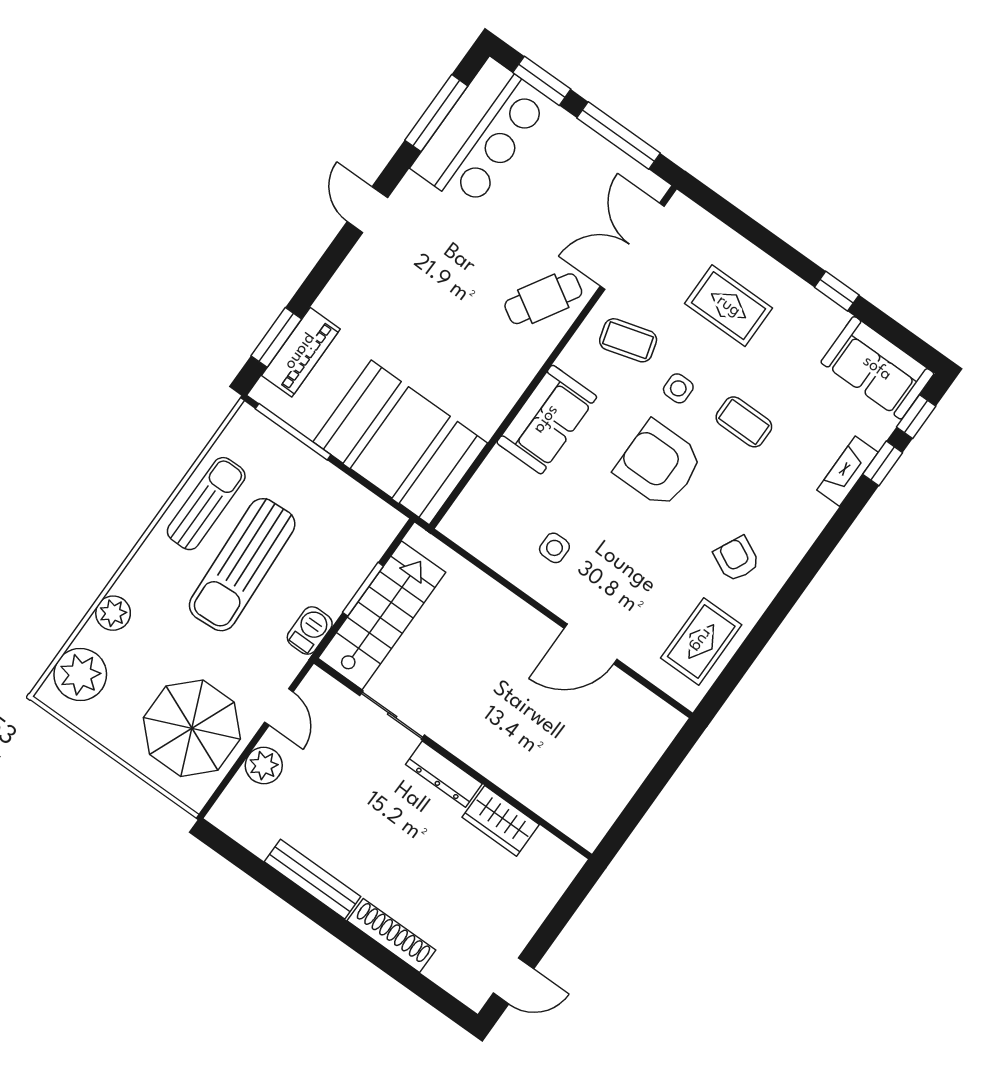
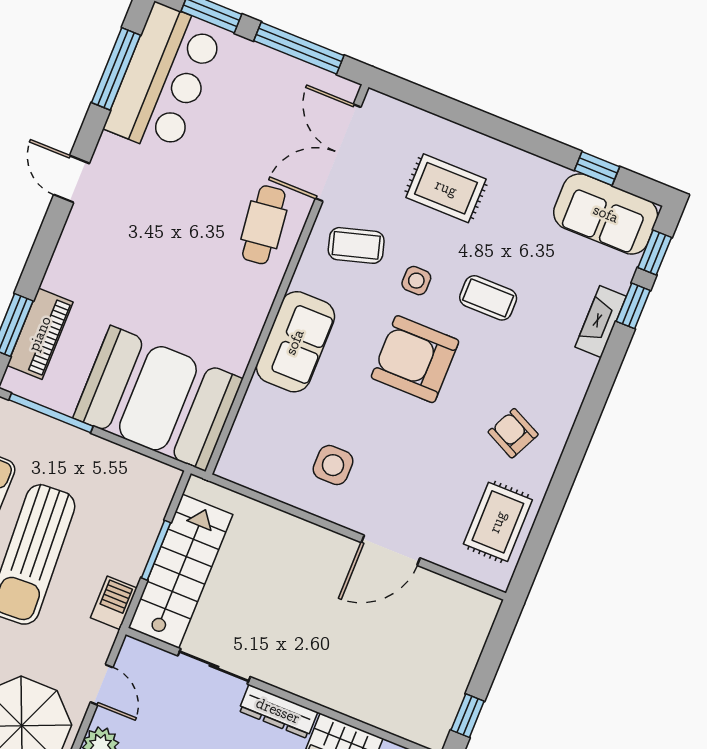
window: (837, 291) -> (597, 169), moved
cafe table: (543, 299) -> (264, 225), turned -38
side table: (554, 548) -> (333, 465), width x1.37, depth x1.37
window: (627, 822) -> (468, 716), added

